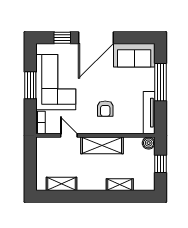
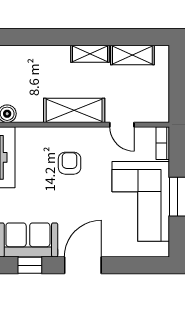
window: (62, 38) -> (30, 265), moved
door: (96, 38) -> (83, 265), width x0.73
shelving: (120, 185) -> (90, 54), moved

